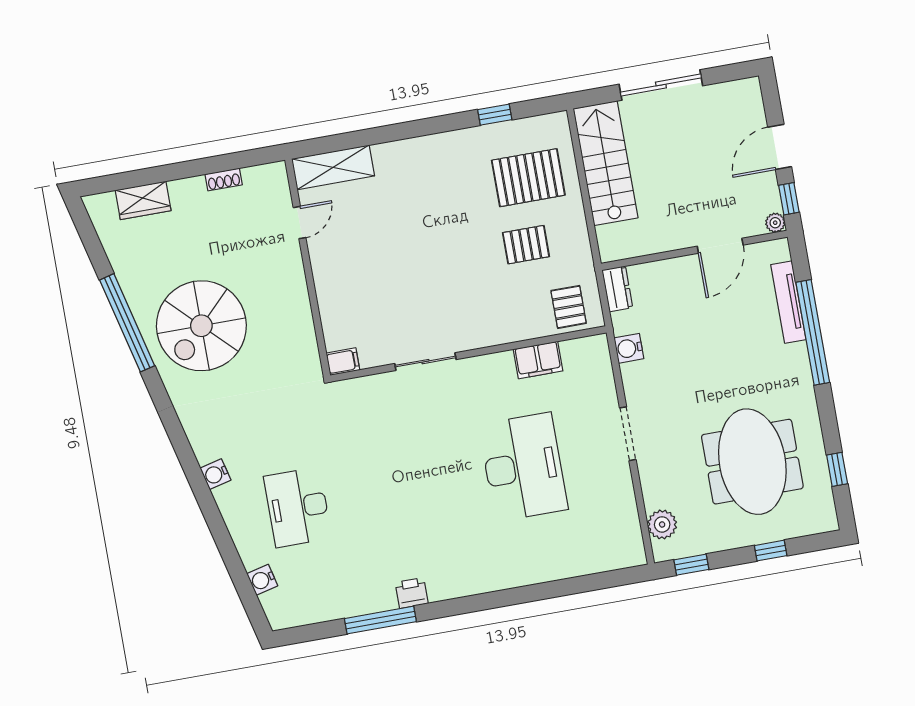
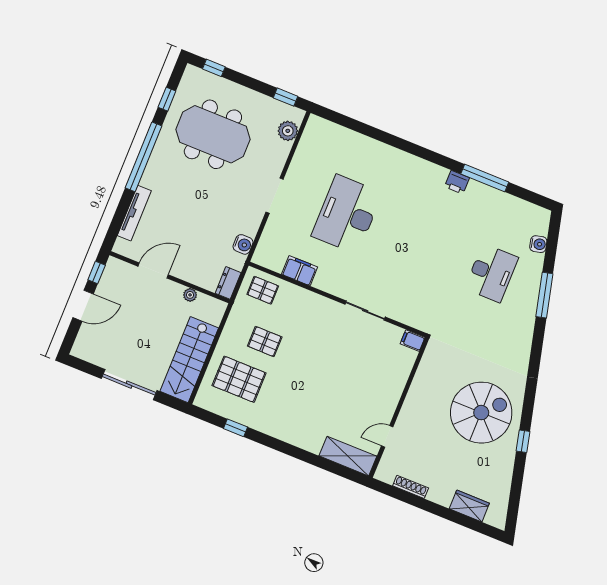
shoe rack: (224, 179) -> (411, 487), width x1.43
plant: (775, 223) -> (190, 295), moved
pallet: (569, 307) -> (263, 290), turned 90
window: (127, 323) -> (523, 441), width x0.32
window: (813, 332) -> (143, 157), moved
meeting table: (752, 462) -> (213, 134), turned 90
water cooler: (215, 474) -> (527, 322), removed
window: (215, 521) -> (544, 295), added
window: (771, 551) -> (214, 68), moved

